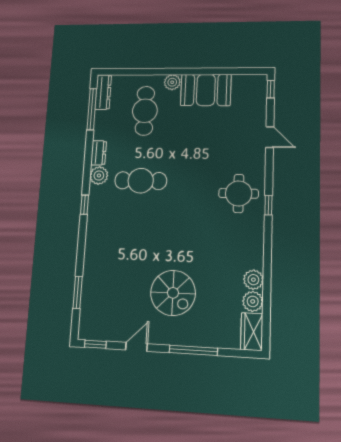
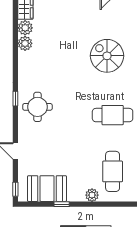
window: (211, 71) -> (62, 204), added
booth: (206, 90) -> (47, 189), moved
spiral stairs: (173, 293) -> (107, 56), moved

